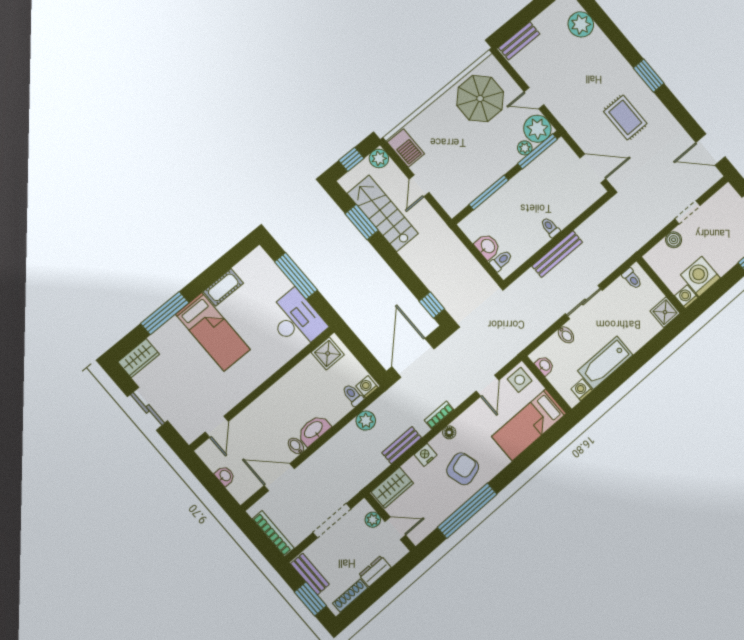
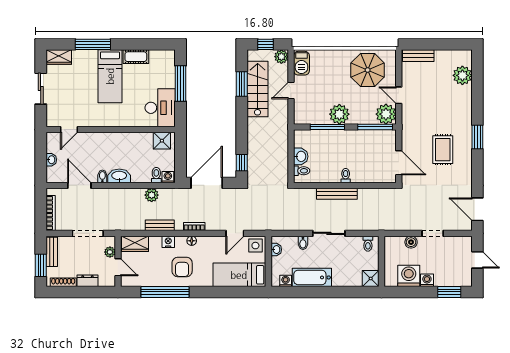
plant: (525, 148) -> (339, 114), moved, width x1.87, depth x1.87
washing machine: (686, 297) -> (427, 280), moved
armchair: (463, 469) -> (182, 267), turned 106

